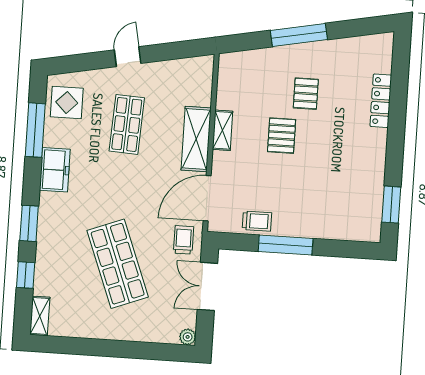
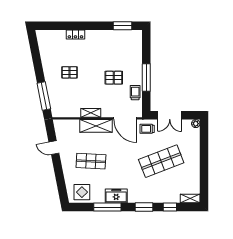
window: (299, 35) -> (44, 96), moved
door: (128, 57) -> (54, 148), moved
locker: (381, 101) -> (75, 34), width x0.66
window: (35, 130) -> (107, 207), moved
pallet: (282, 136) -> (114, 78), moved

